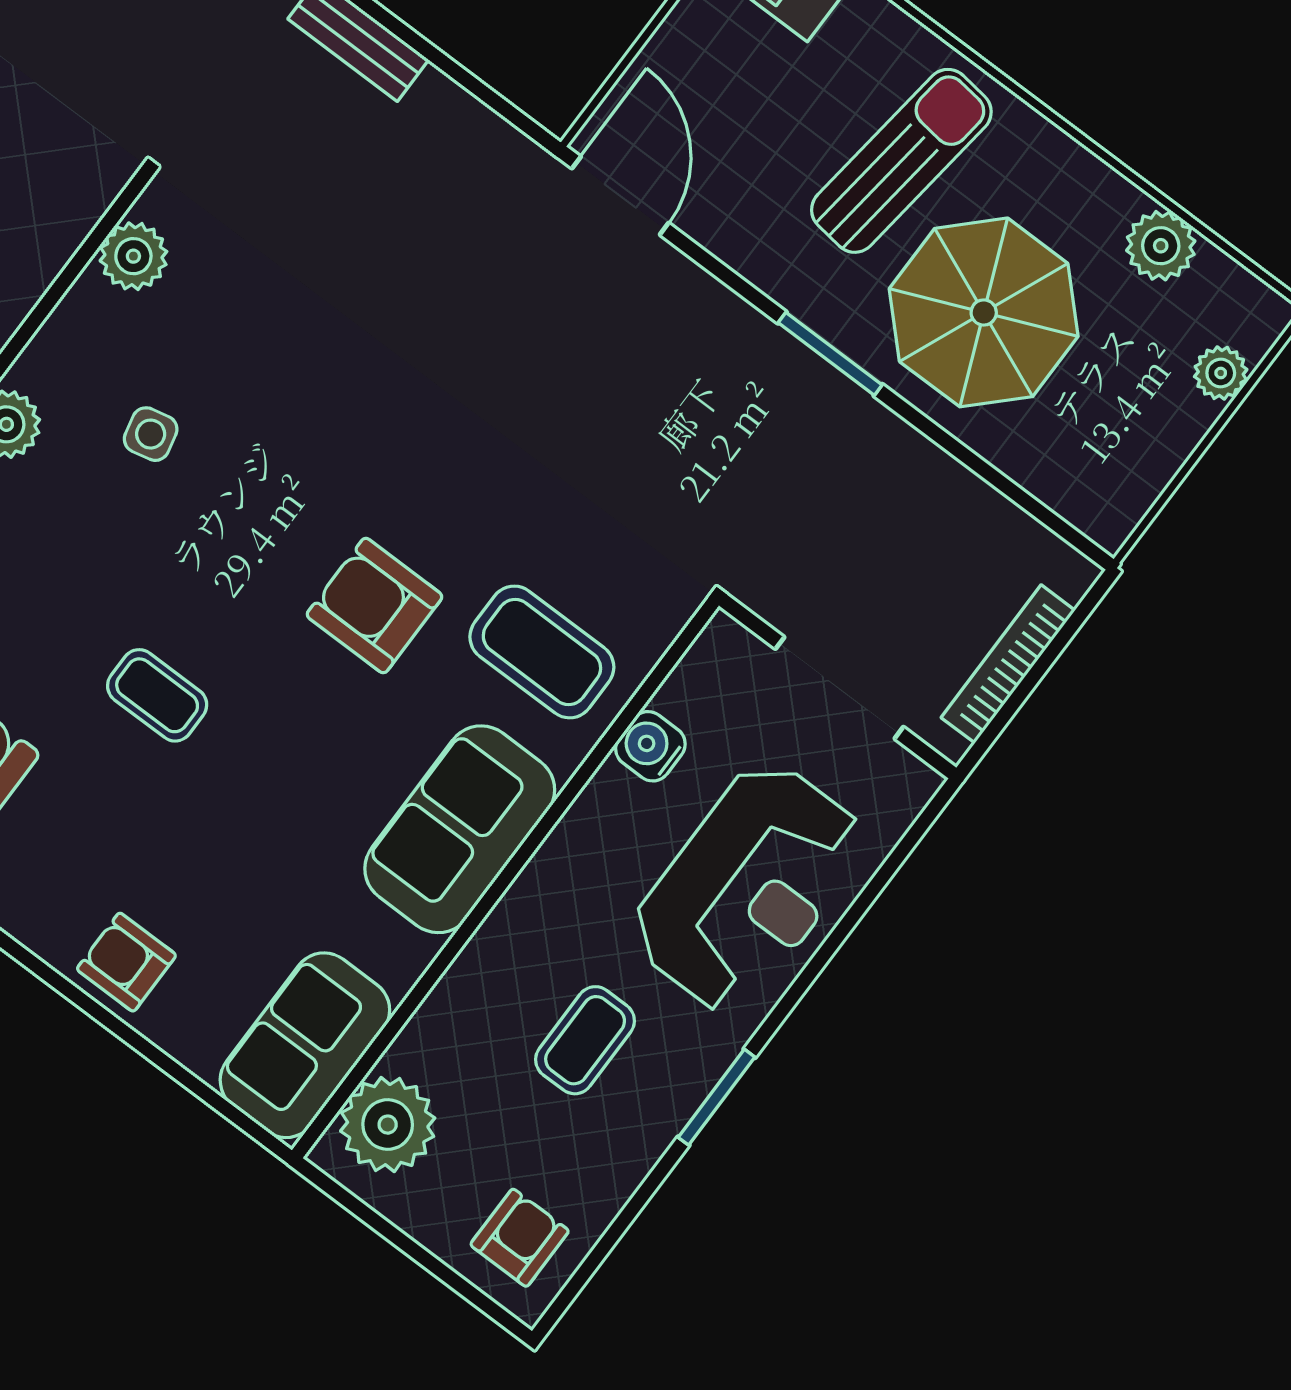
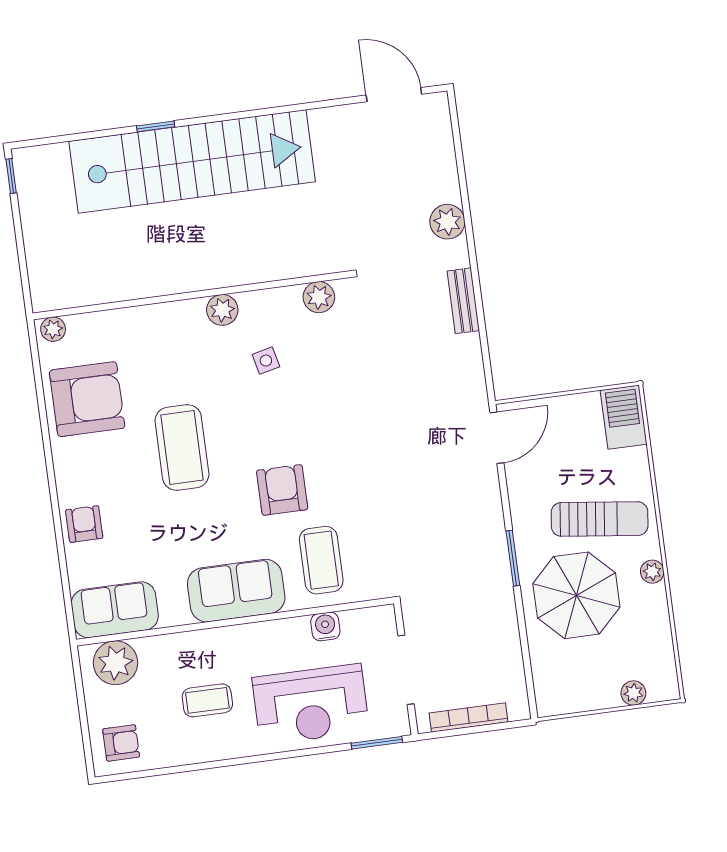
plant: (1161, 246) -> (652, 572), moved, width x0.73, depth x0.73
coffee table: (157, 695) -> (182, 447), width x1.86, depth x1.72
window: (716, 1097) -> (377, 743), moved

